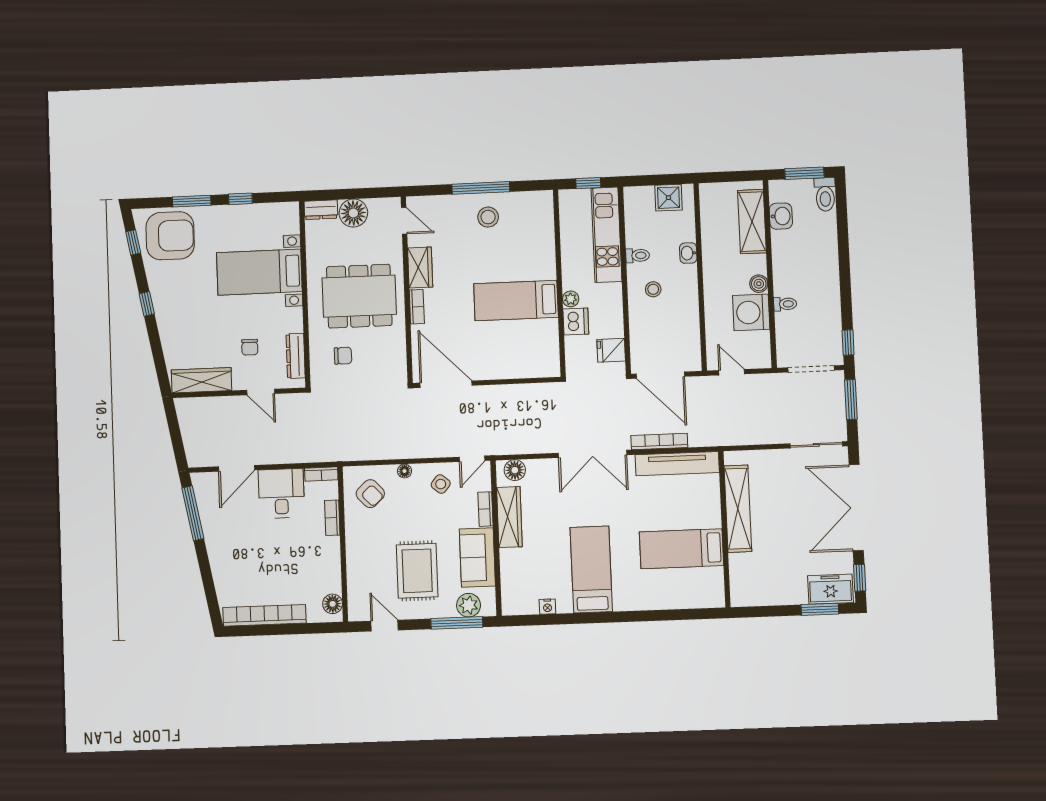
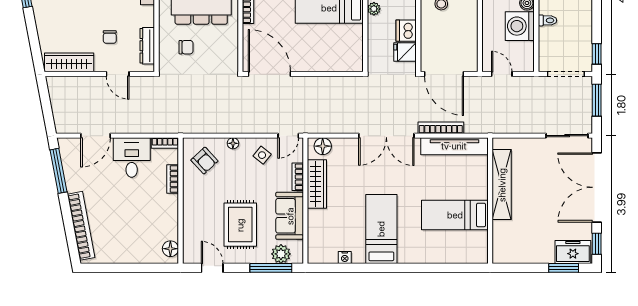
dishwasher: (576, 322) -> (406, 31), moved, turned 180
bookcase: (264, 615) -> (81, 226), moved, turned 79

